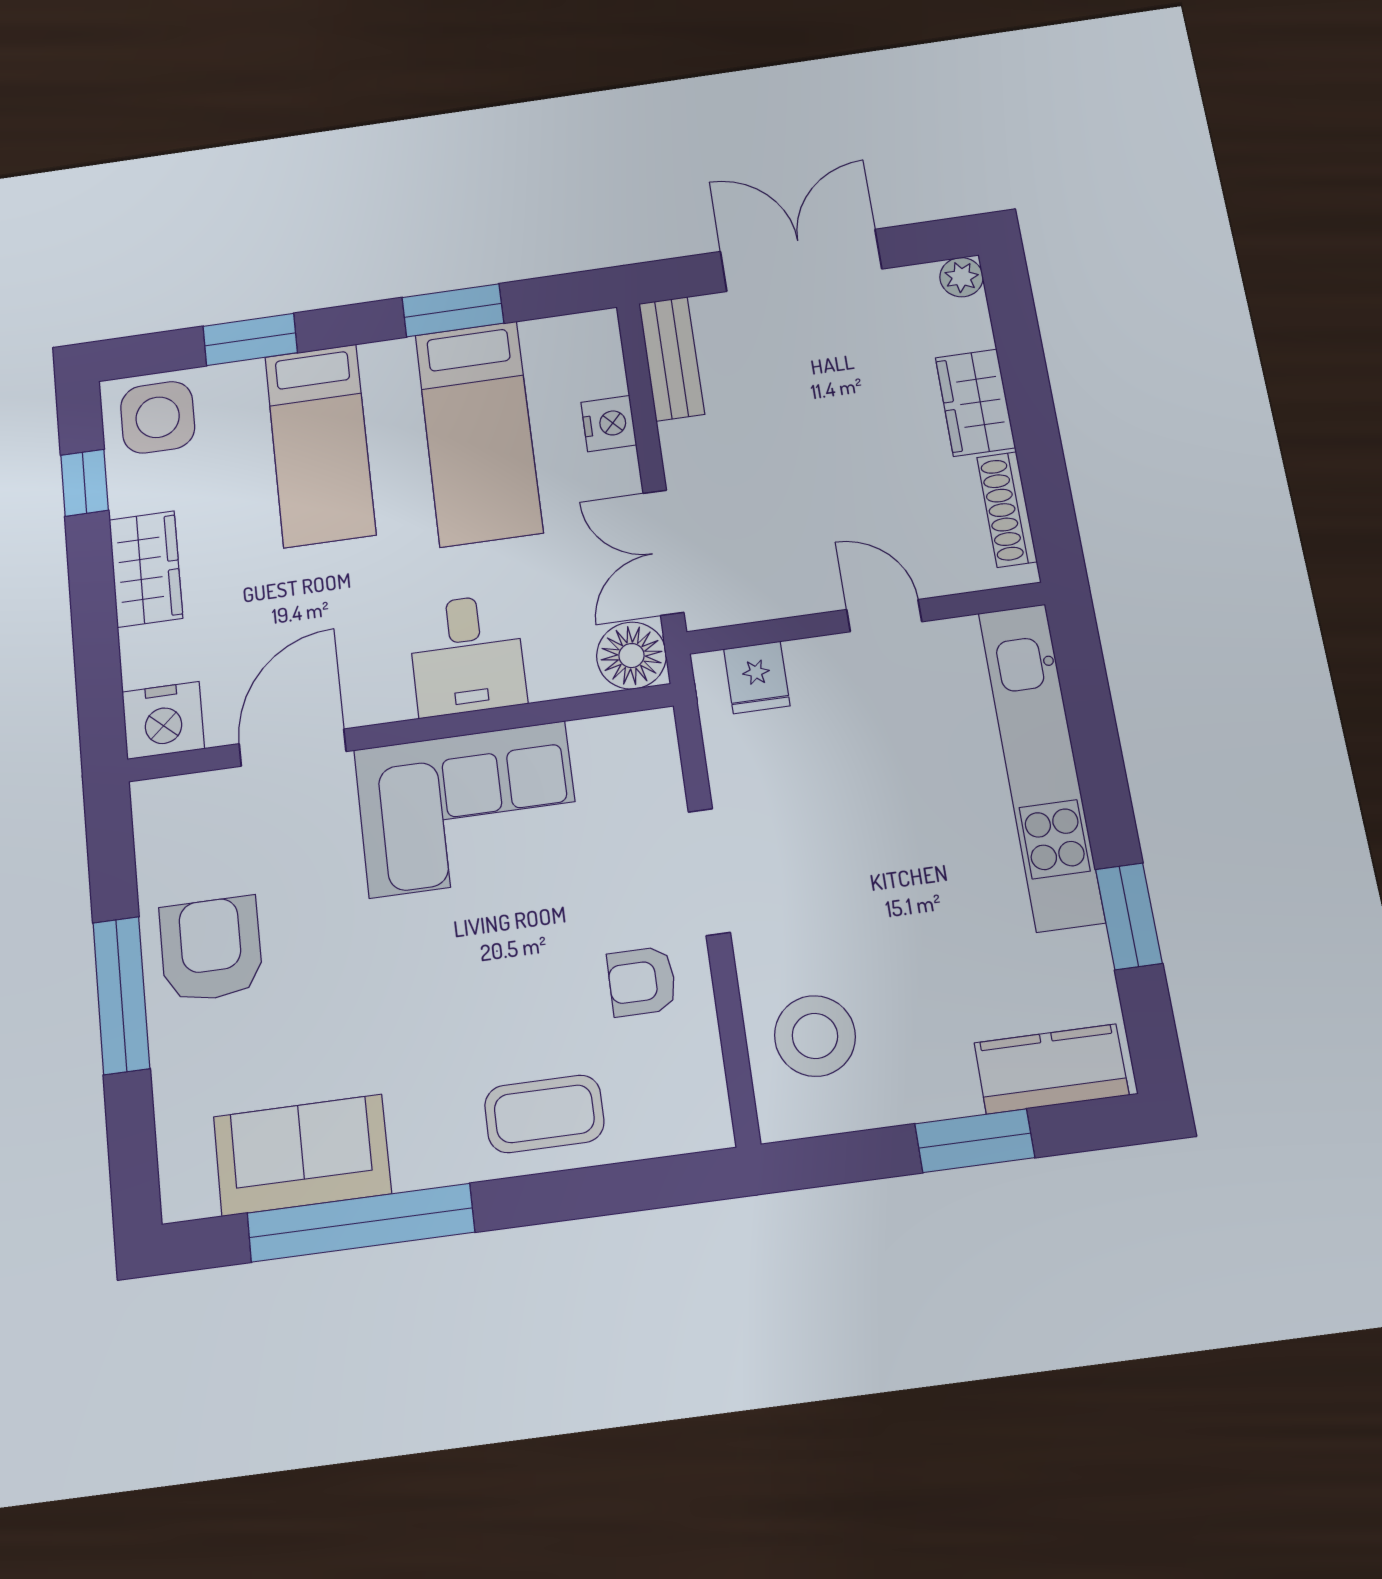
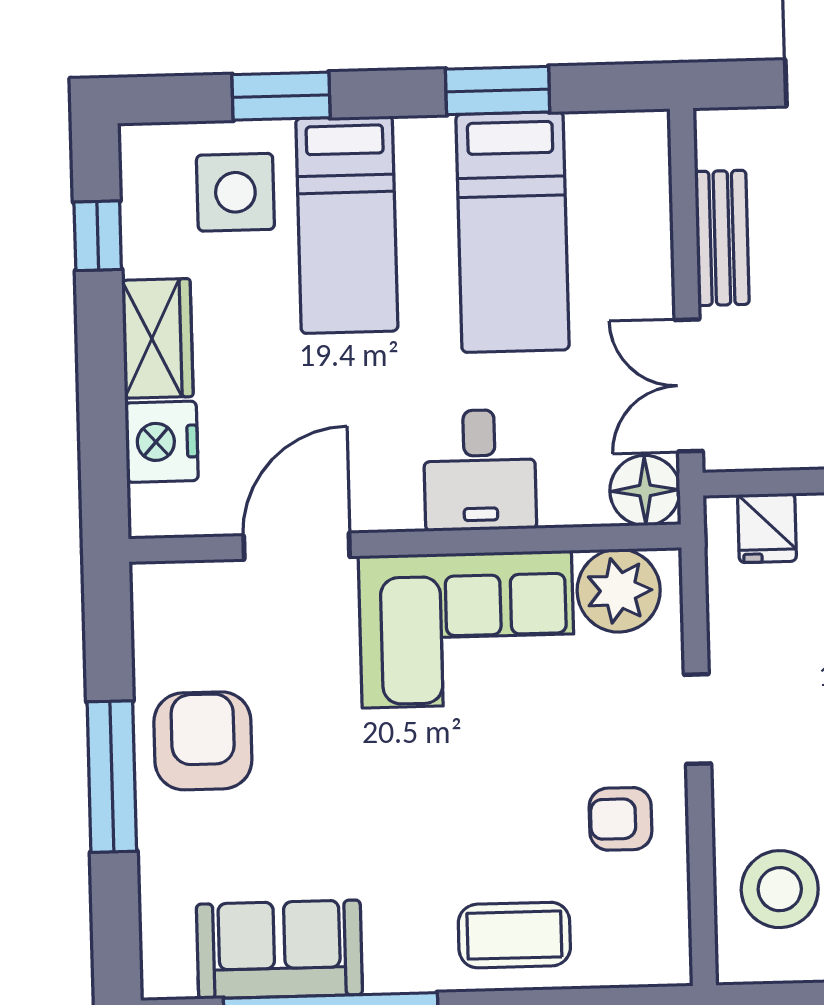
bench: (672, 359) -> (722, 238), moved
side table: (158, 417) -> (235, 192), moved
nightstand: (609, 424) -> (648, 239), removed
nightstand: (163, 720) -> (162, 442), moved, turned 90
plant: (616, 754) -> (619, 591), added
doorway: (709, 872) -> (697, 719), width x0.73

